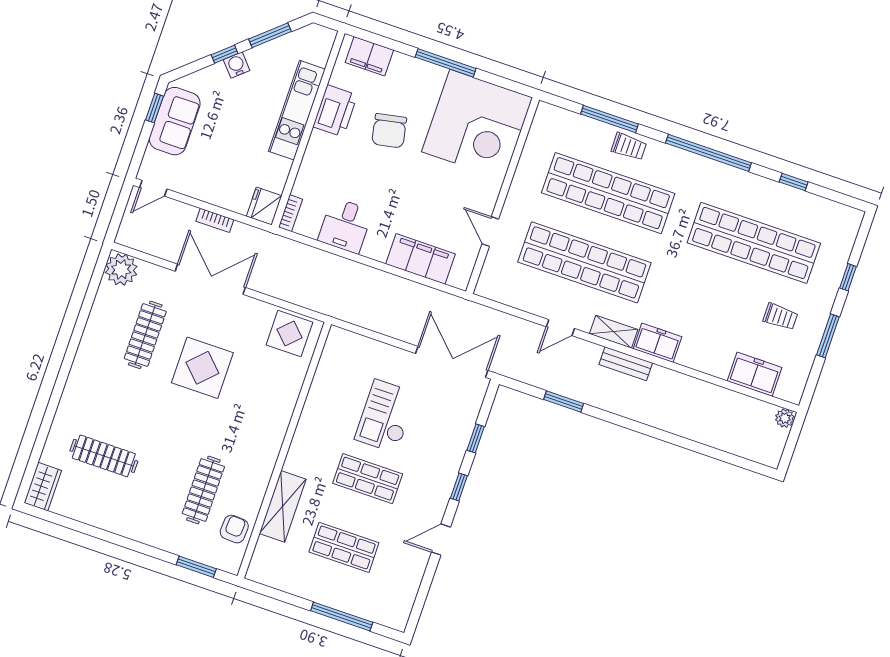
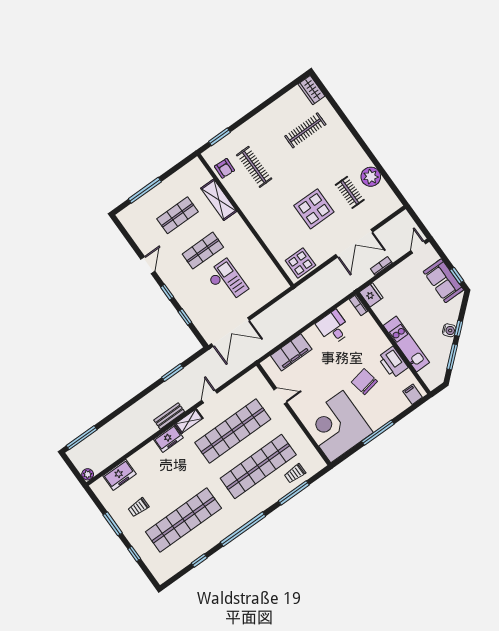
filing cabinet: (369, 56) -> (413, 394), width x0.50
trolley: (629, 147) -> (295, 473), moved
plant: (121, 270) -> (371, 177), moved
clothes rail: (145, 335) -> (350, 192), width x0.73
window: (741, 462) -> (82, 438), added

